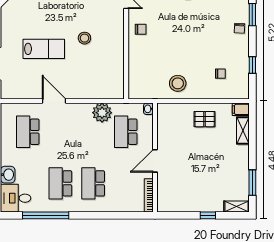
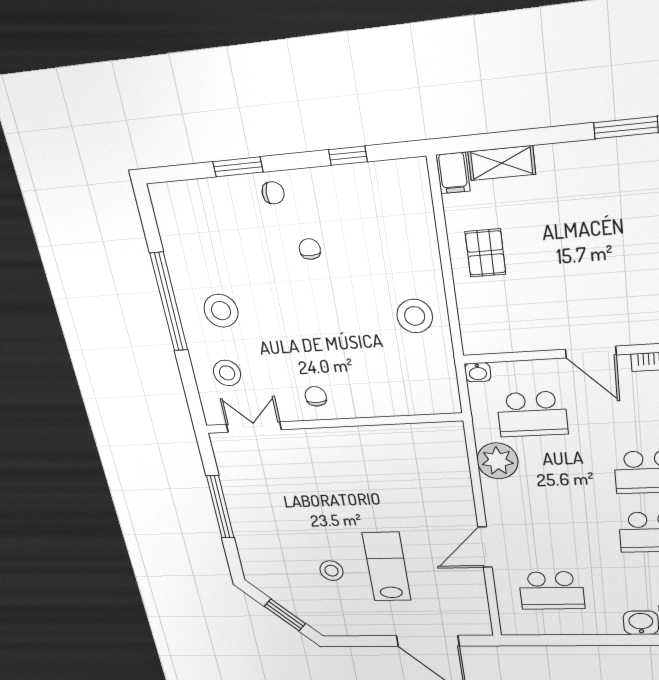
stool: (84, 38) -> (331, 571), moved
chair: (220, 74) -> (310, 249), moved

